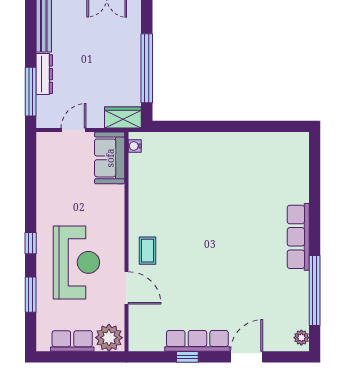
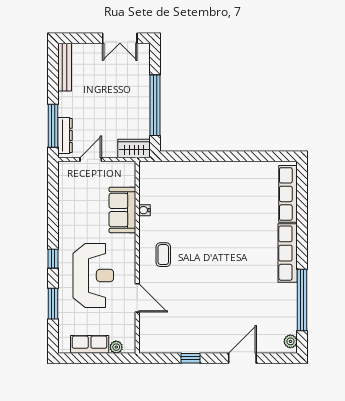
dresser: (44, 74) -> (65, 135), moved
water cooler: (135, 146) -> (144, 210), moved
sofa: (110, 158) -> (122, 210), moved
coffee table: (148, 251) -> (163, 255), moved
plant: (109, 338) -> (116, 347), width x0.53, depth x0.53
row of seats: (197, 341) -> (288, 194), moved, turned -90

